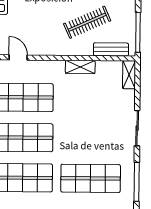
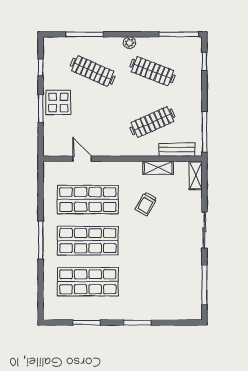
shelving: (80, 67) -> (158, 168), moved
trolley: (80, 102) -> (146, 204), added
shop shelf: (91, 178) -> (157, 282), removed

